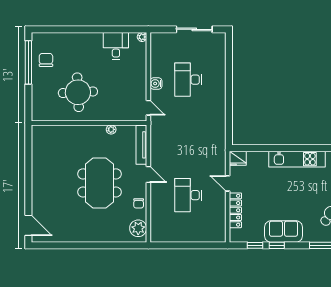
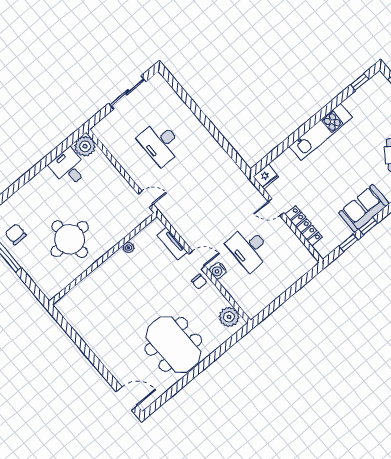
plant: (142, 37) -> (85, 146), width x1.88, depth x1.88
water cooler: (156, 84) -> (218, 271), moved
tv unit: (141, 145) -> (172, 244), width x0.71
meeting table: (99, 183) -> (173, 345), moved
chair: (139, 203) -> (199, 282), moved

